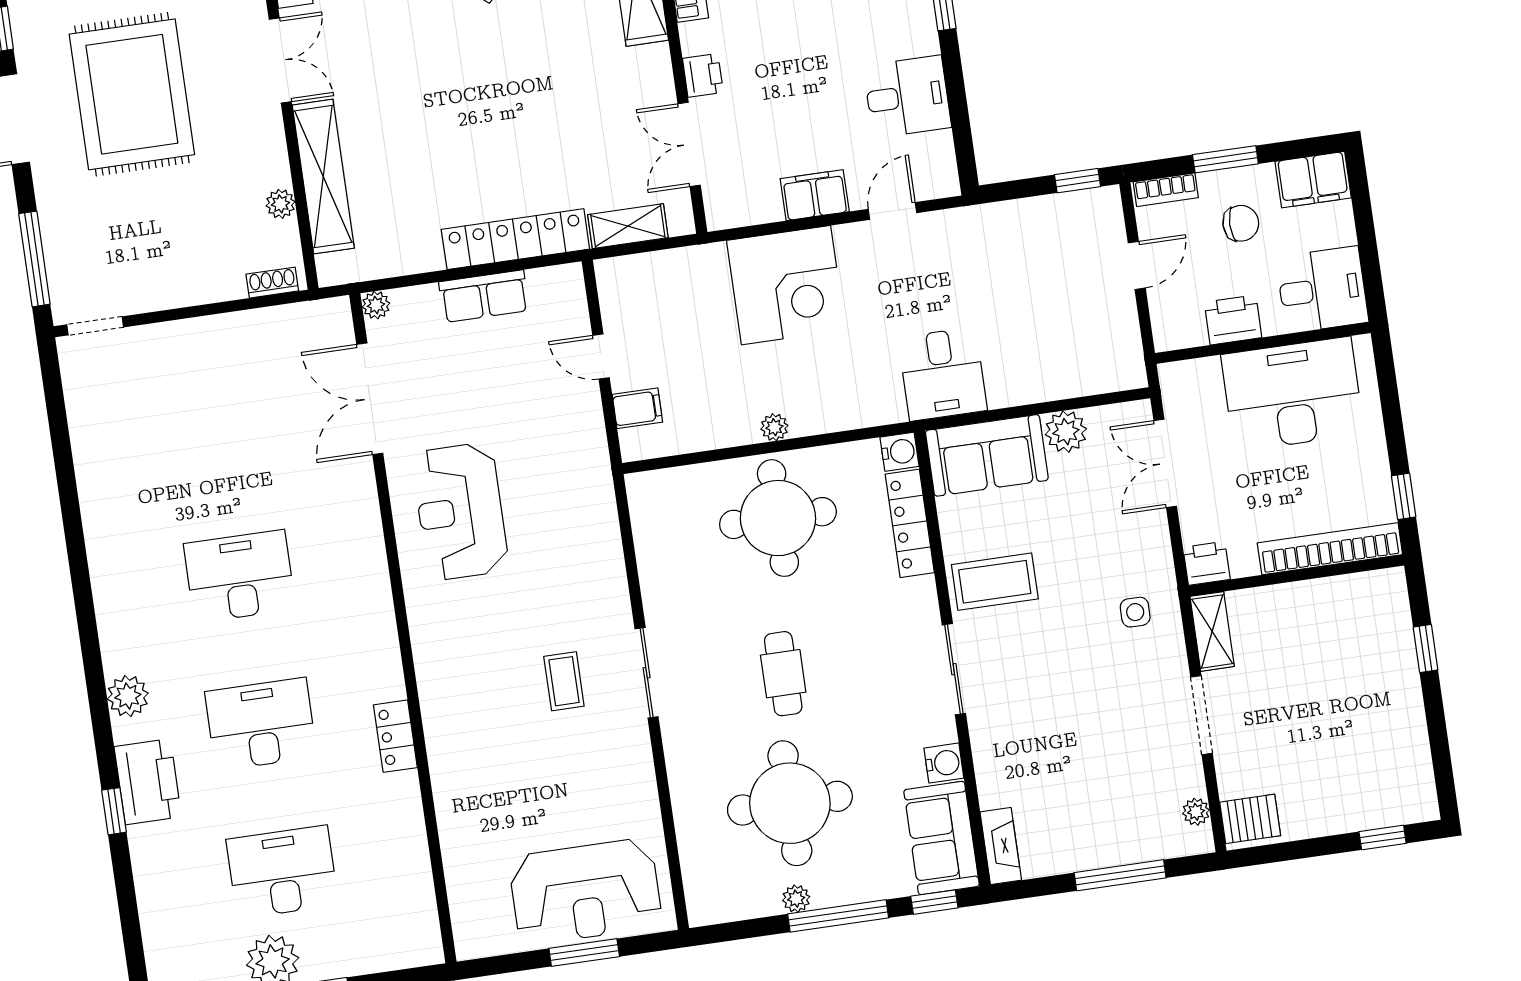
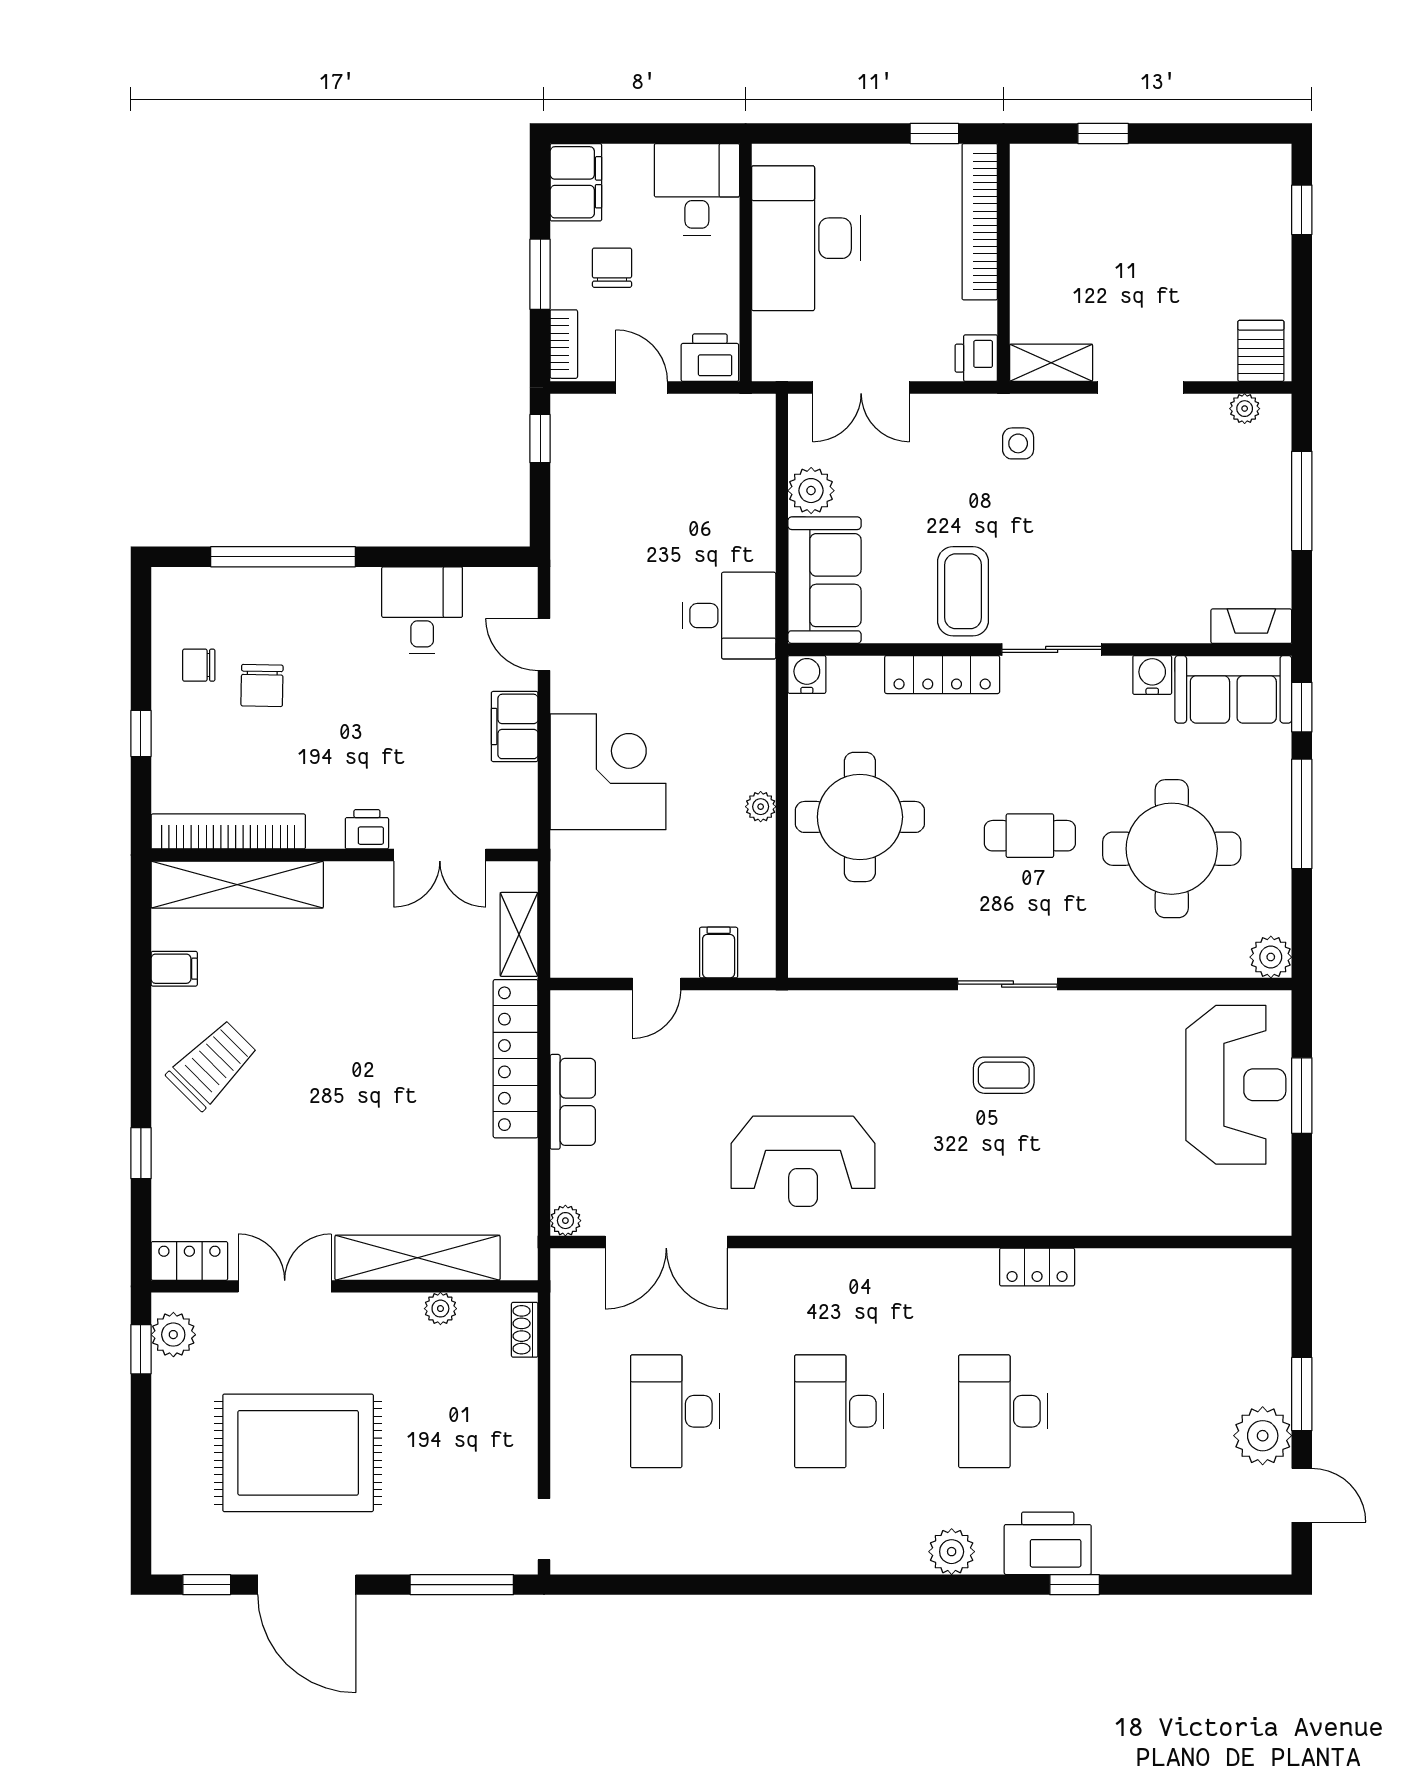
printer: (1233, 320) -> (710, 358), moved, turned 90
locker: (910, 523) -> (942, 675), moved
desk: (282, 872) -> (675, 1411), moved
plant: (796, 899) -> (1271, 957), moved, width x1.38, depth x1.38

